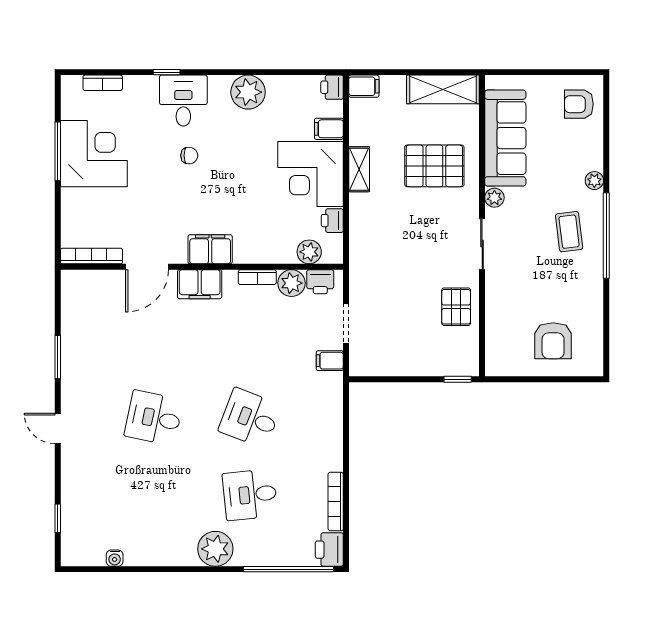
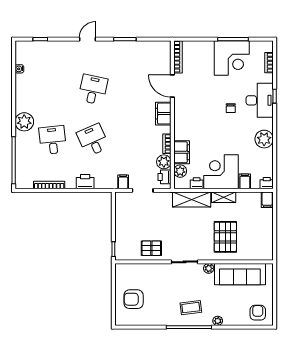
shelving: (443, 89) -> (192, 200), moved, turned 90
desk: (183, 101) -> (260, 100), width x1.37
filing cabinet: (210, 249) -> (182, 152), moved
desk: (250, 418) -> (93, 140), turned -45
printer: (329, 550) -> (85, 182), moved

